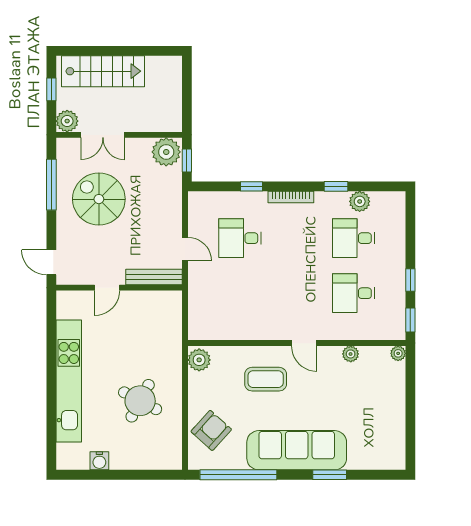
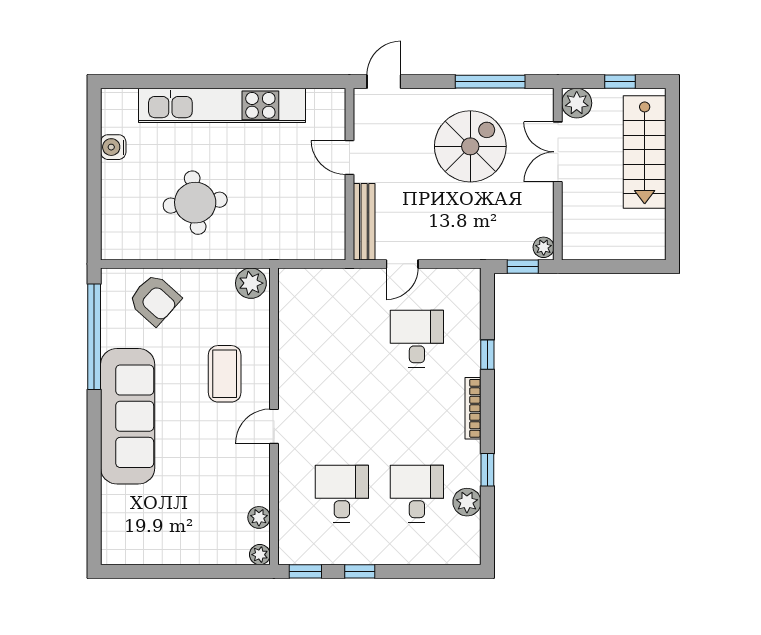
plant: (166, 152) -> (544, 247), width x0.53, depth x0.53
plant: (351, 354) -> (259, 517), moved
round table: (140, 401) -> (195, 203), turned -35
window: (330, 475) -> (94, 461), removed

